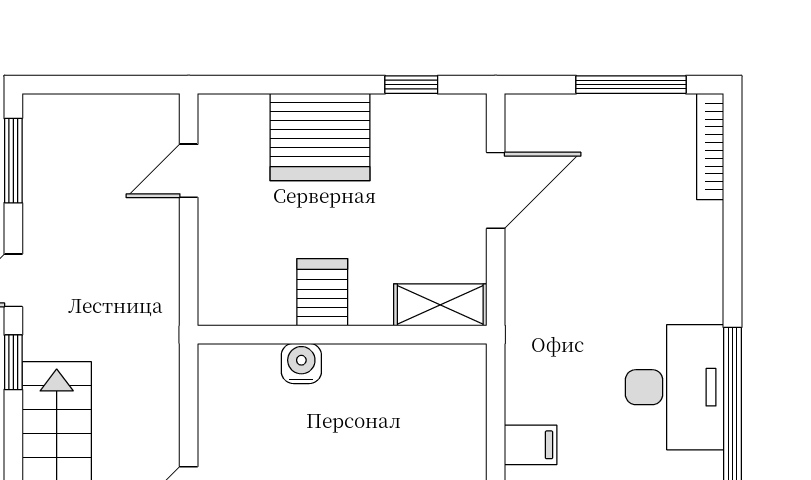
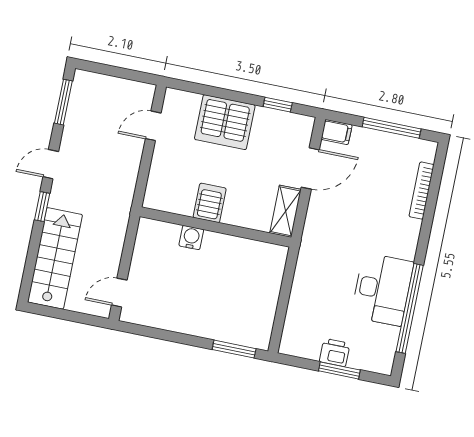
bookcase: (710, 146) -> (422, 191), moved
shelving: (440, 305) -> (285, 211), moved, turned 90
filing cabinet: (531, 445) -> (337, 132), moved

